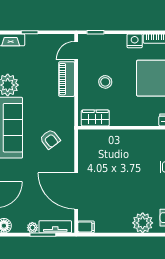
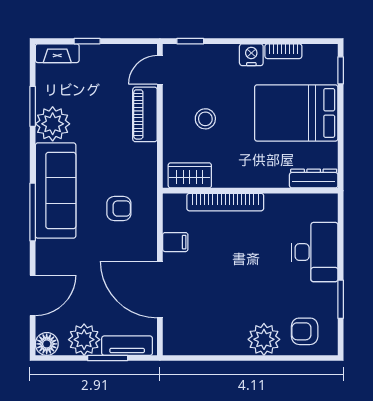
bookcase: (118, 135) -> (225, 202), added
armchair: (50, 139) -> (119, 209), turned -52
filing cabinet: (86, 227) -> (175, 242), moved
plant: (32, 228) -> (84, 340), width x1.88, depth x1.88

